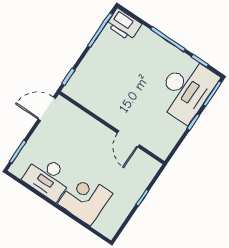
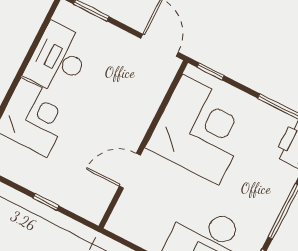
corner desk: (107, 88) -> (201, 130), added

